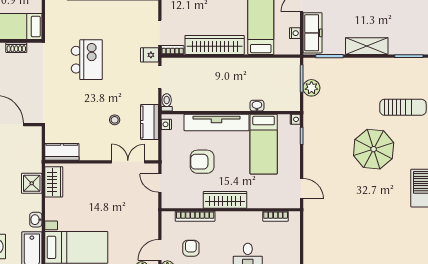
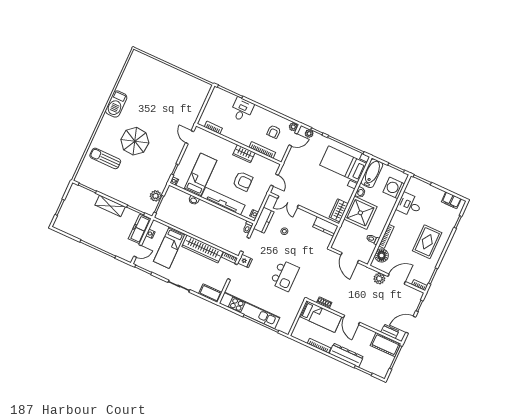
kitchen island: (87, 60) -> (285, 276), turned 180
shower: (32, 183) -> (360, 213), width x1.86, depth x1.86
wardrobe: (225, 200) -> (244, 154), width x0.67

